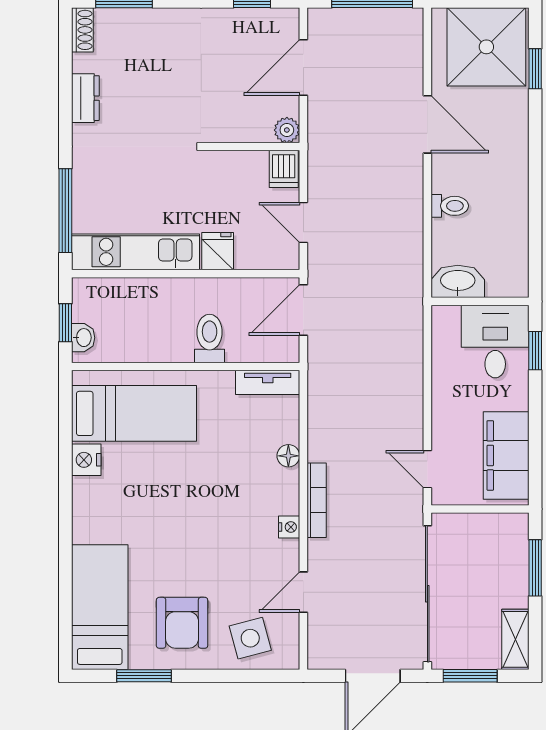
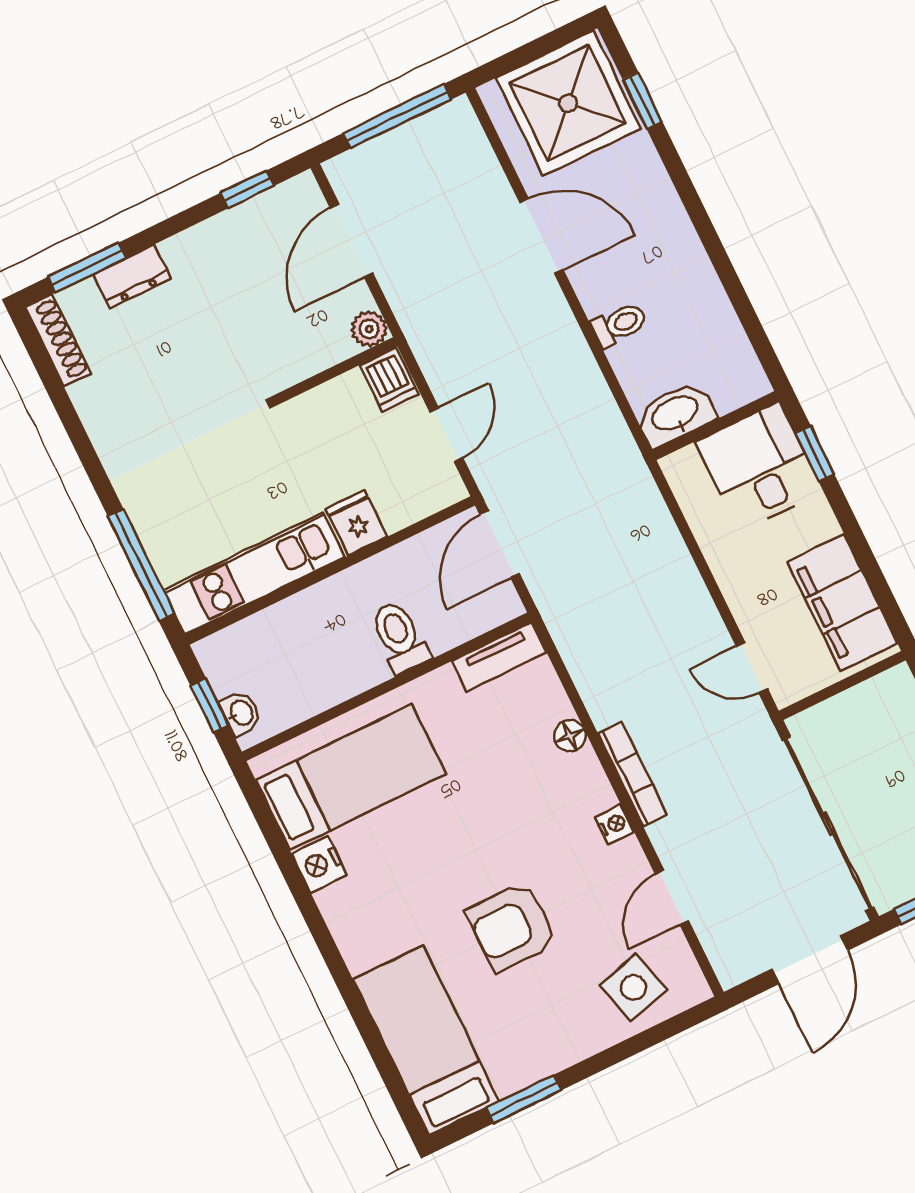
shoe rack: (82, 30) -> (58, 340), width x1.43
dresser: (85, 98) -> (132, 277), moved, turned 90
door: (303, 223) -> (446, 435), swing flipped
armchair: (182, 623) -> (512, 927), moved, turned 90

